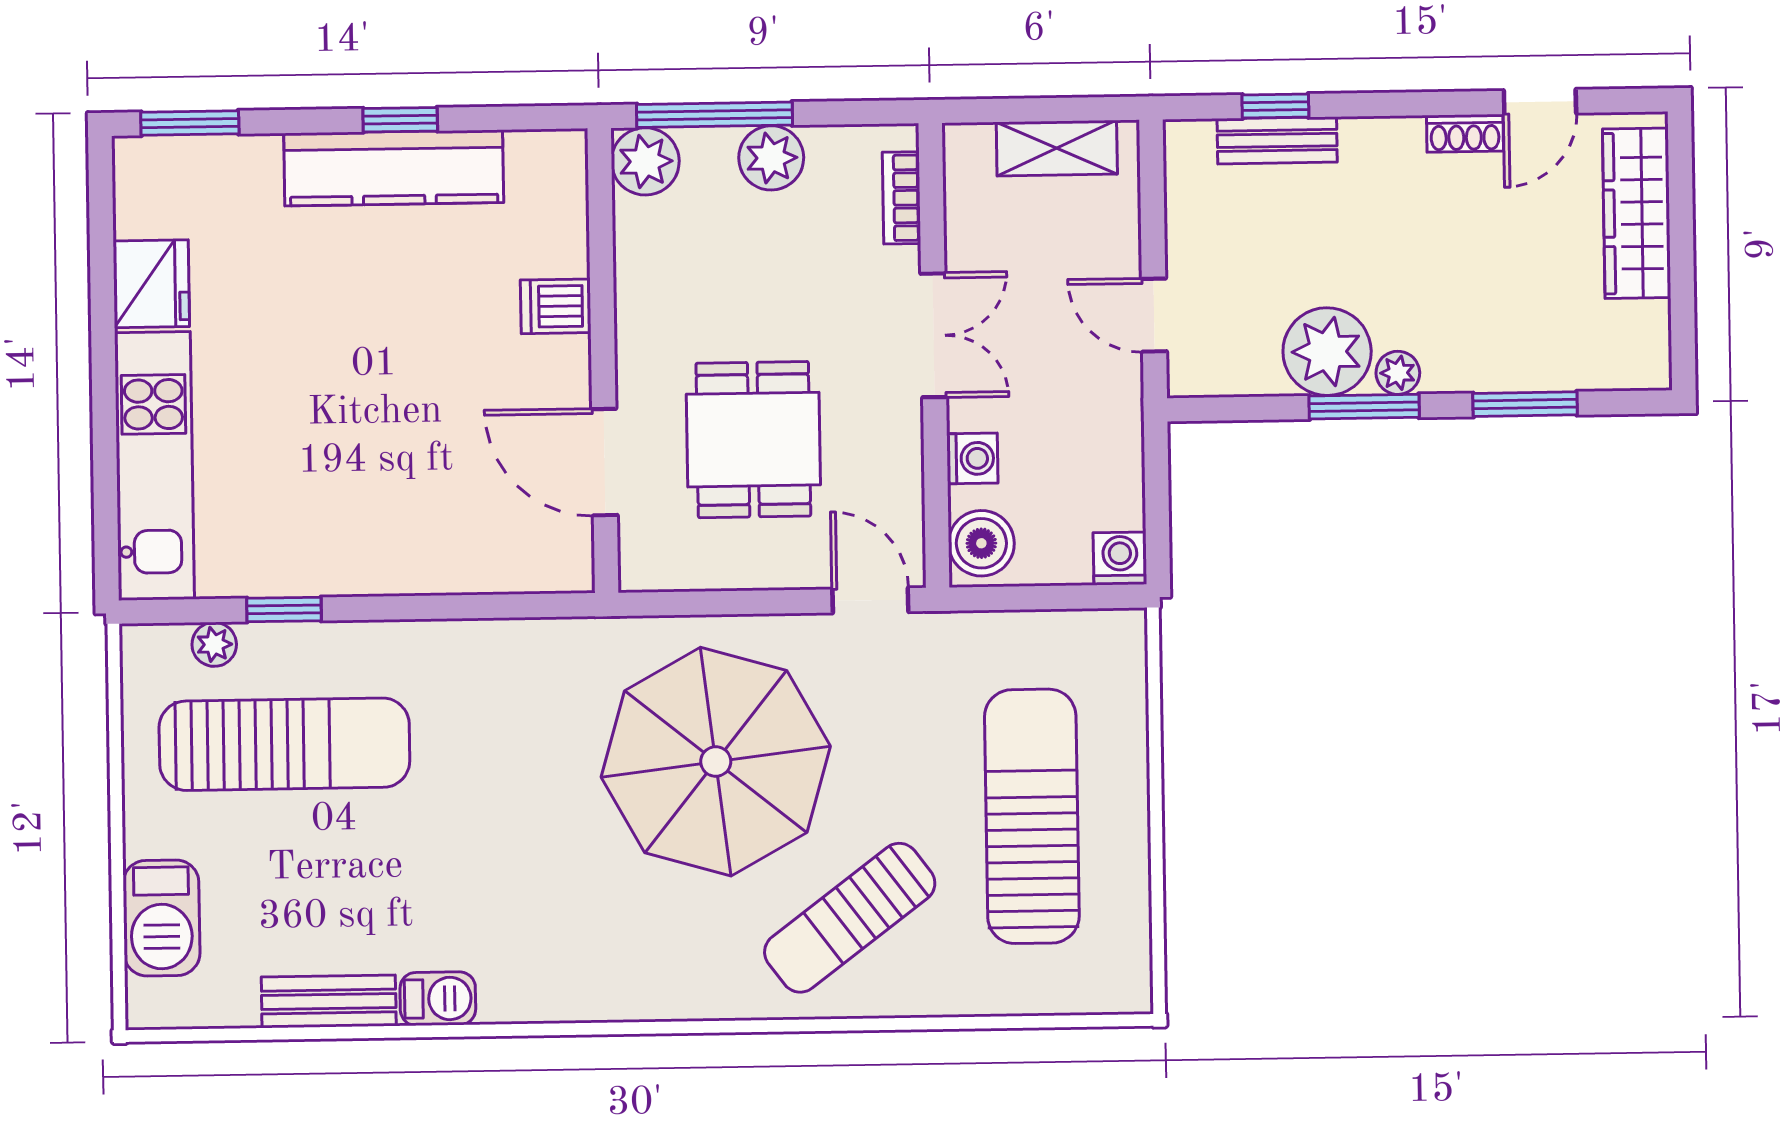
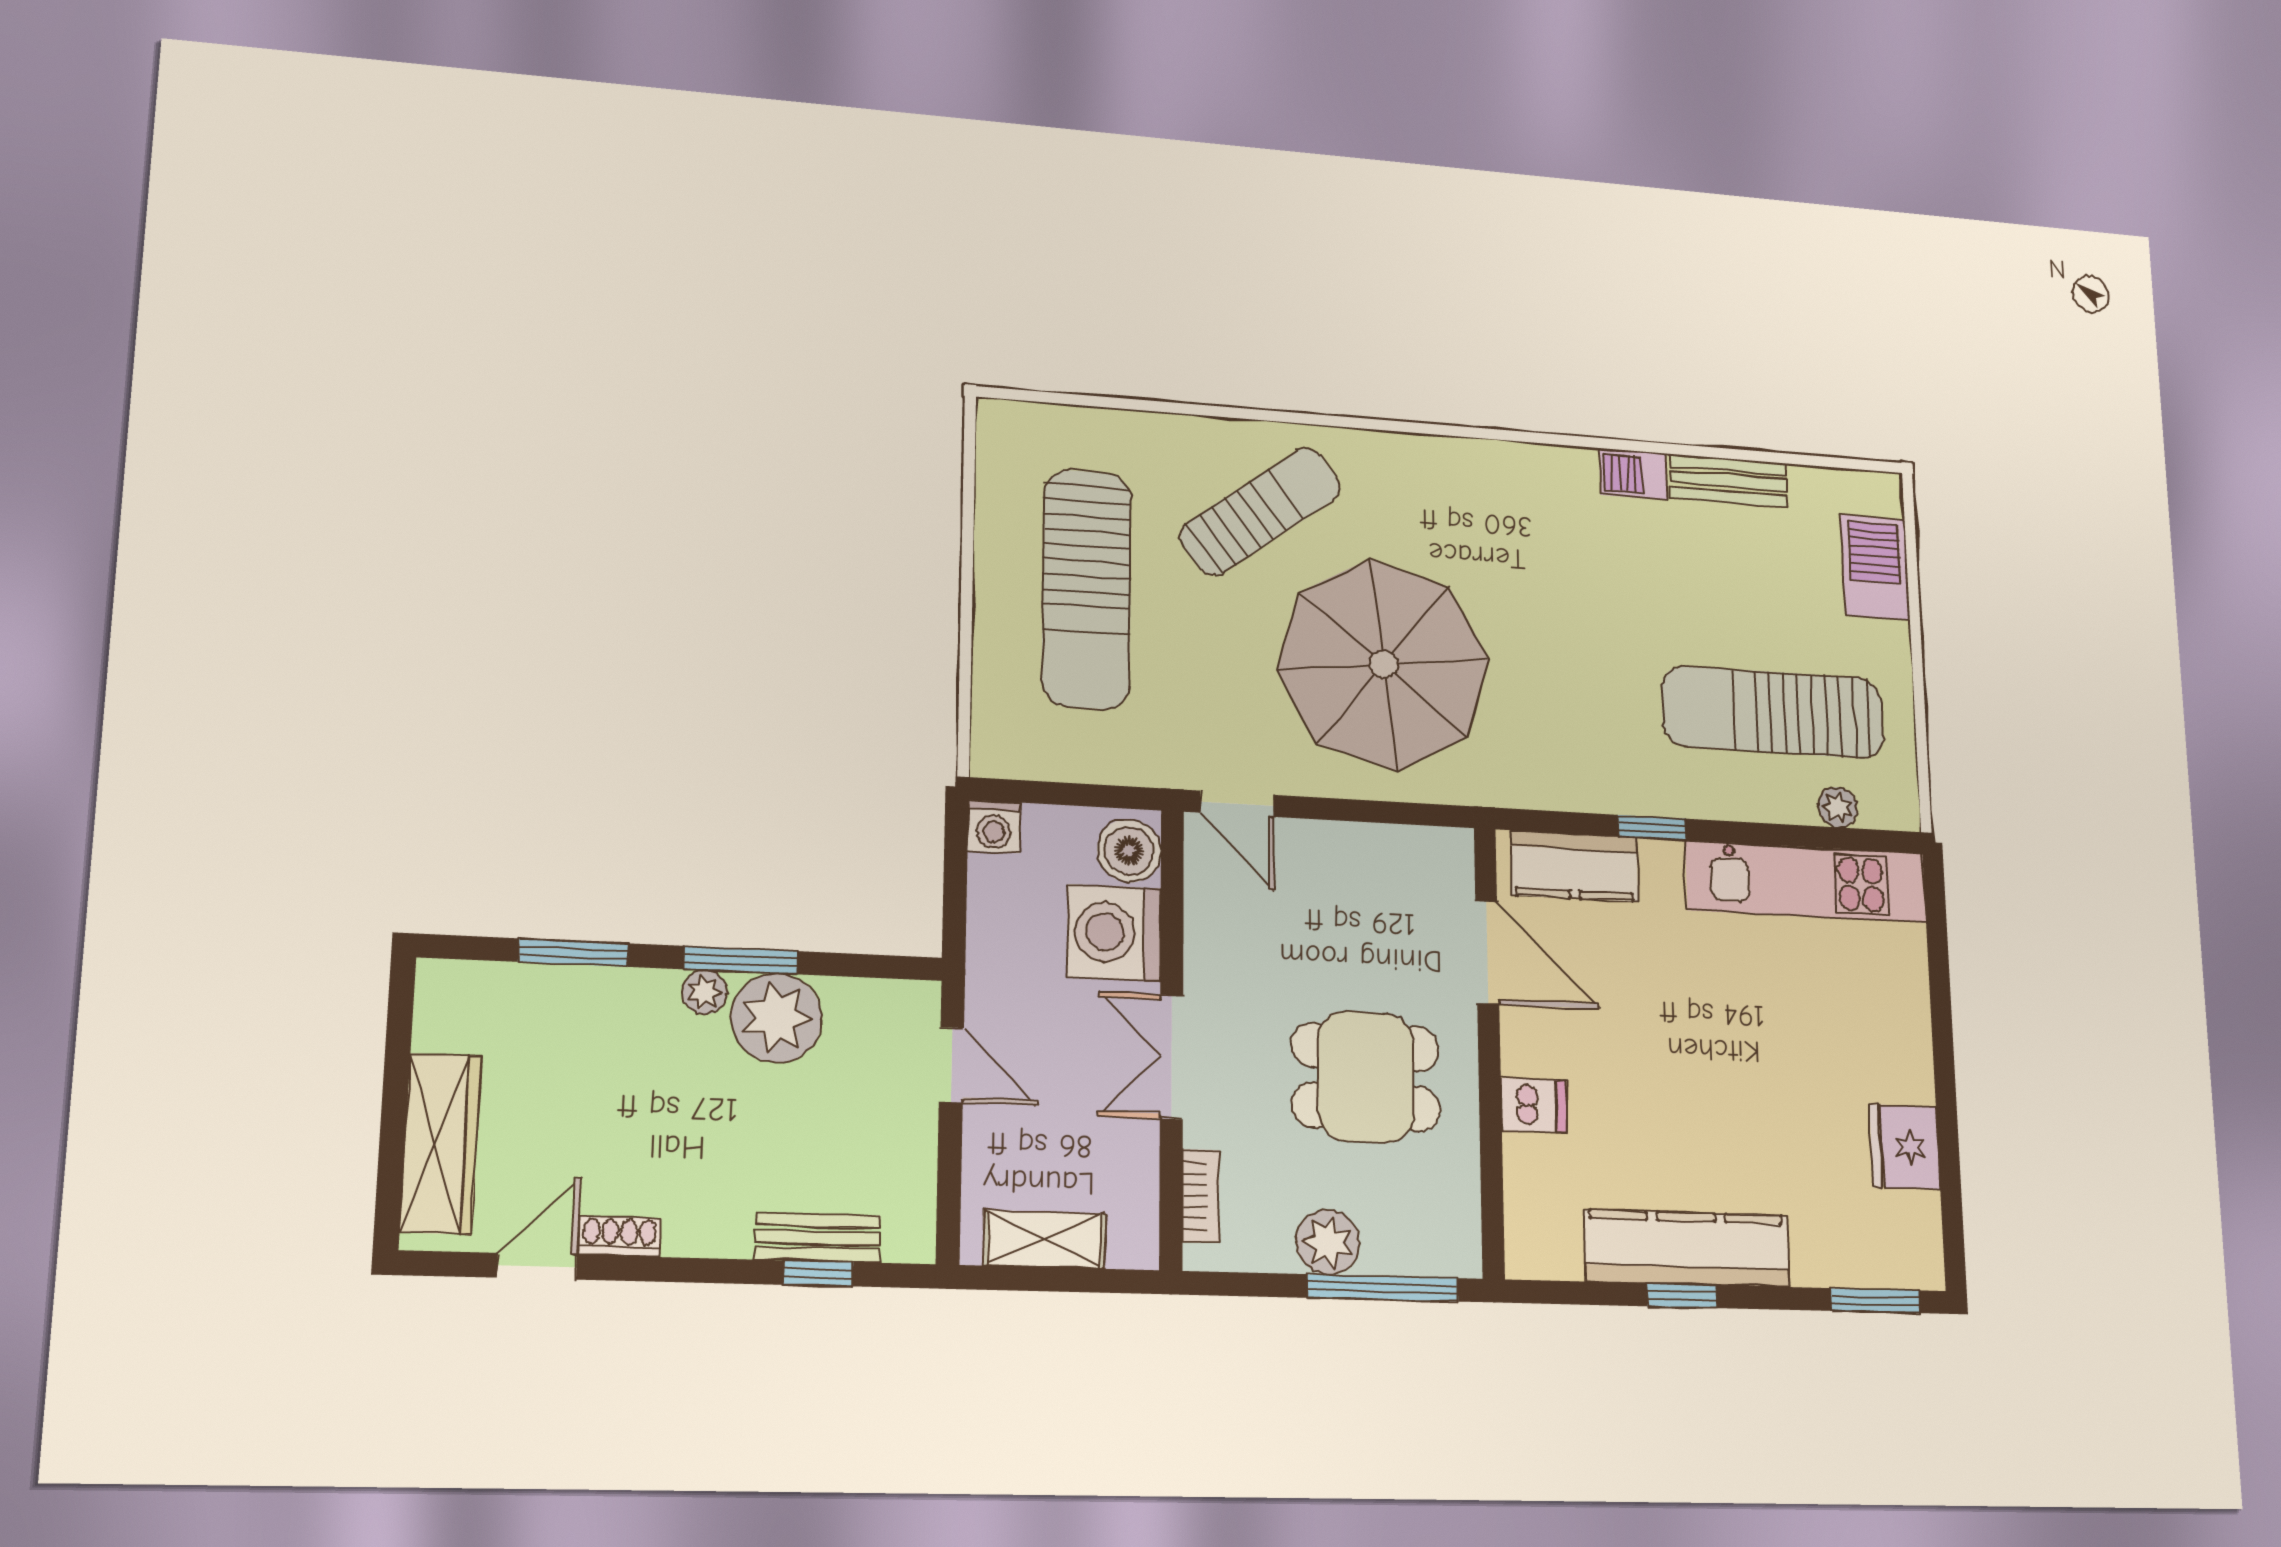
plant: (645, 161) -> (1450, 1244), removed
dining table: (753, 440) -> (1366, 1077), moved, turned 90
washing machine: (972, 458) -> (1114, 932), width x1.89, depth x1.89
kitchen unit: (154, 466) -> (1806, 882), moved, turned -90
kitchen counter: (510, 560) -> (1574, 866), added
window: (284, 610) -> (1652, 827), moved

